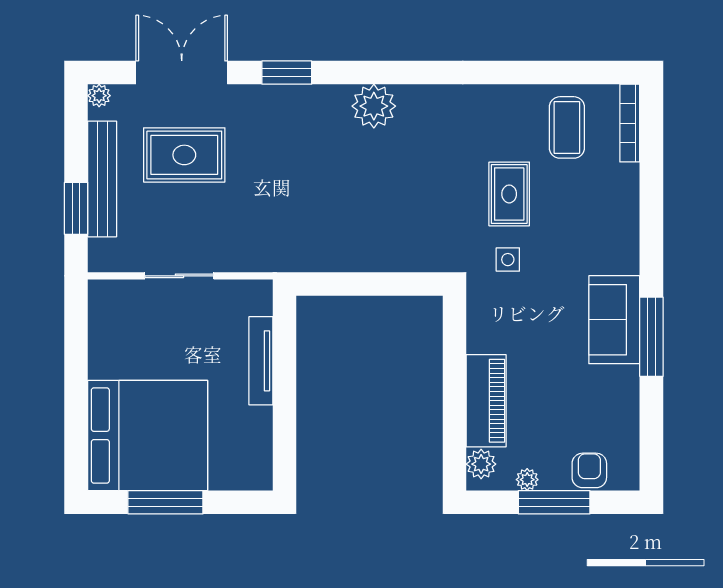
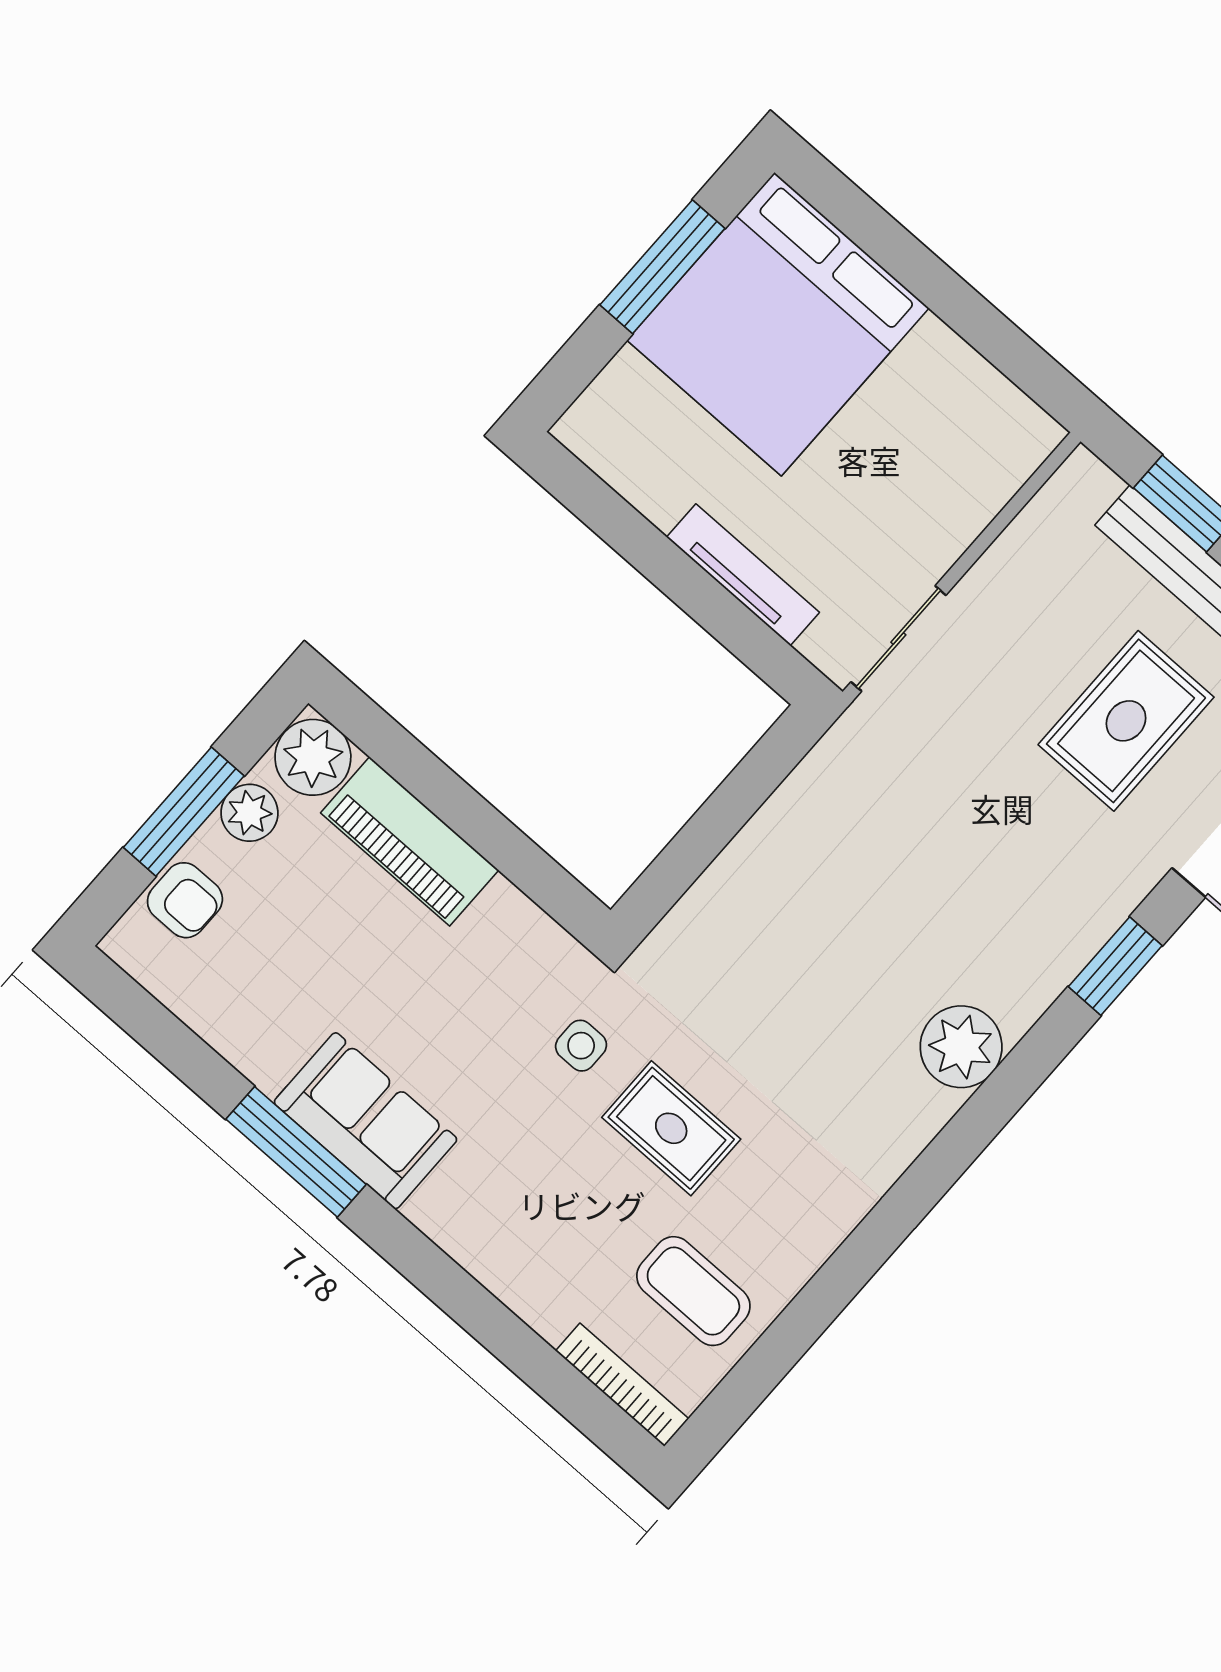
sliding door: (179, 276) -> (898, 639), moved
plant: (481, 464) -> (313, 757), width x1.36, depth x1.36
plant: (527, 480) -> (249, 813), width x1.38, depth x1.38

